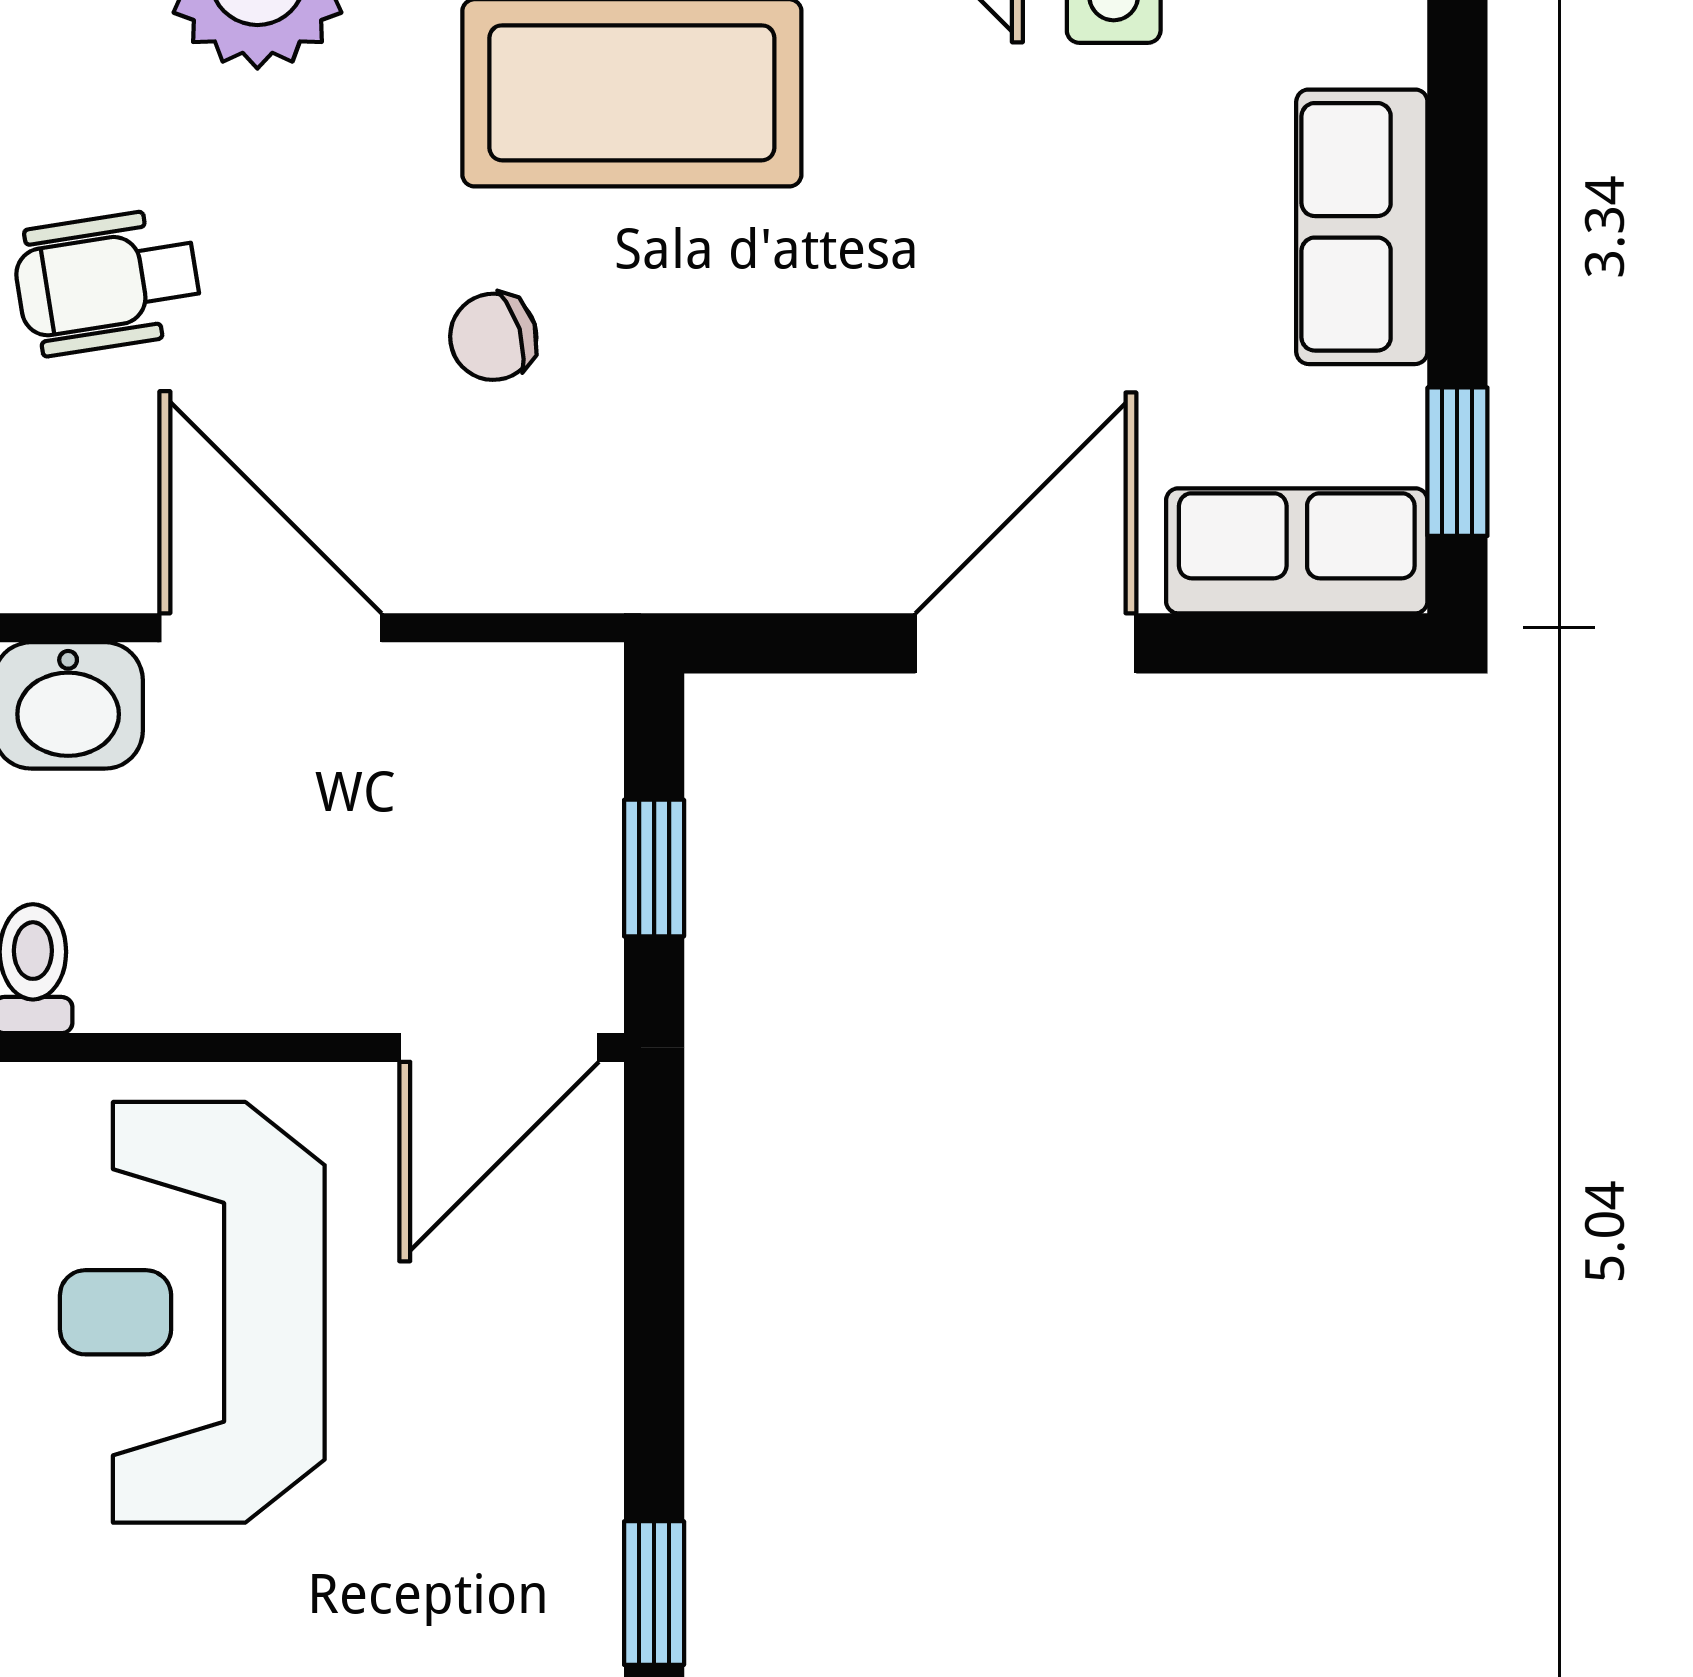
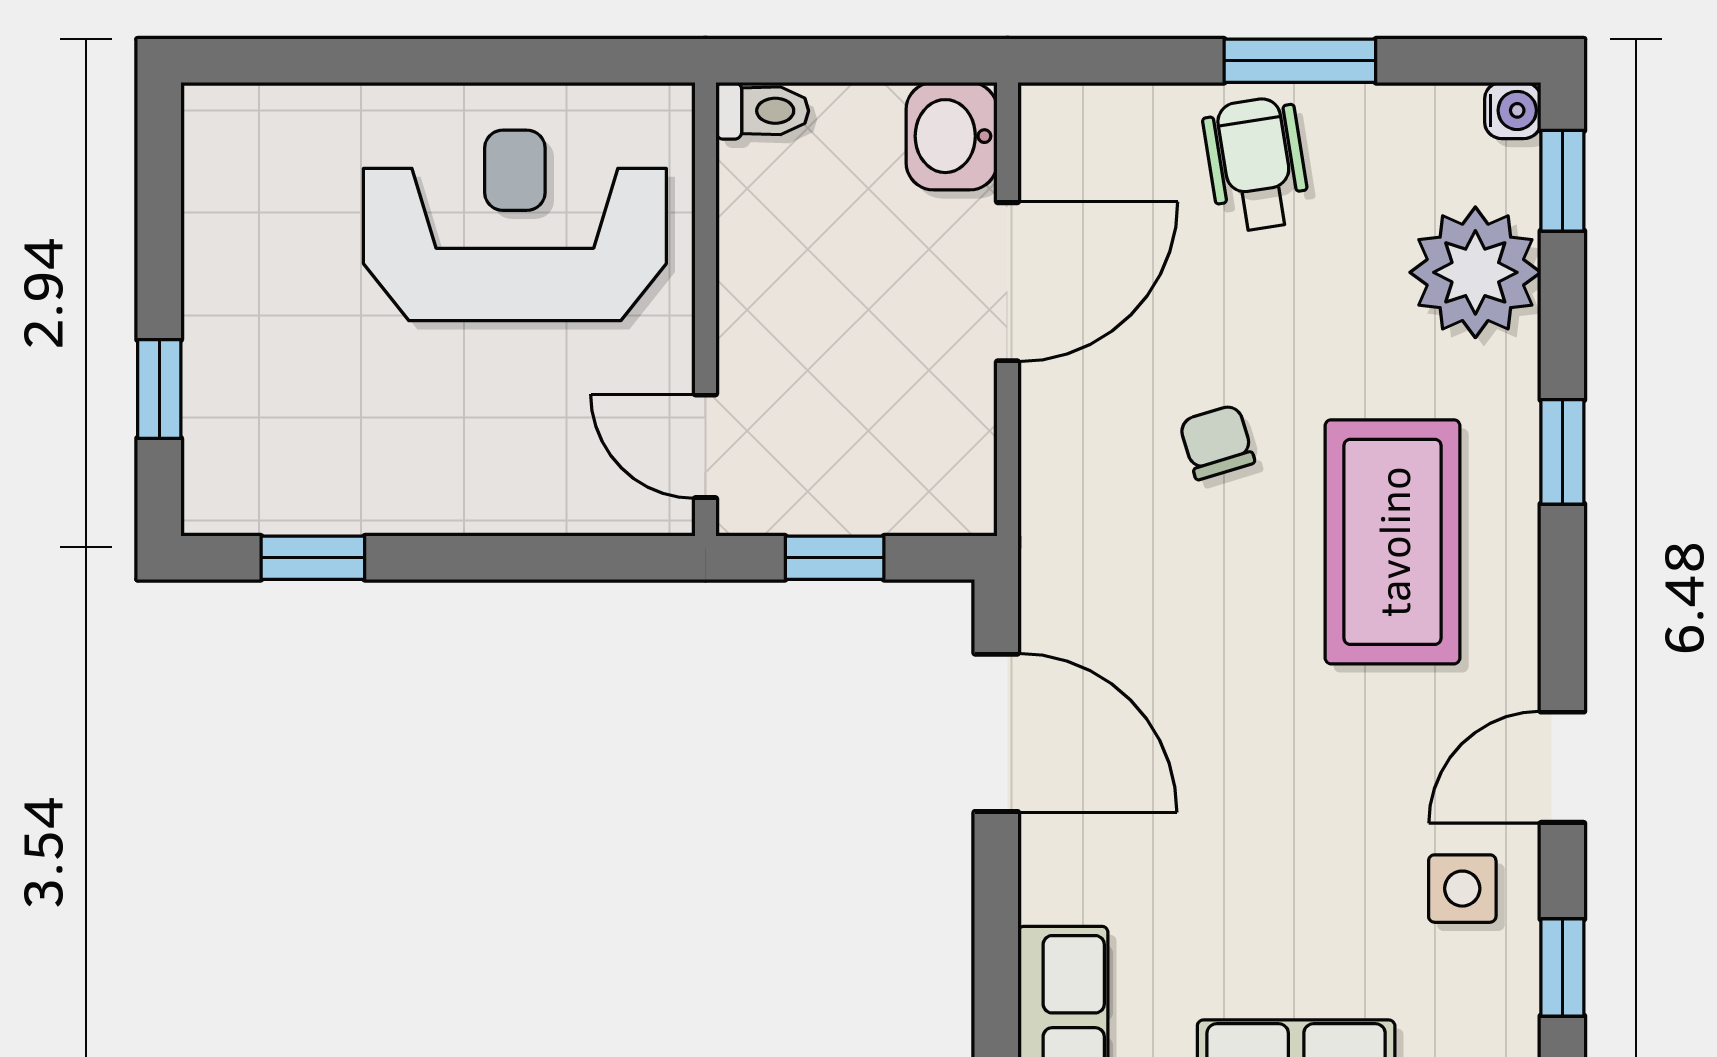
door: (1026, 643) -> (996, 733), moved
door: (499, 1047) -> (705, 446), width x0.73

